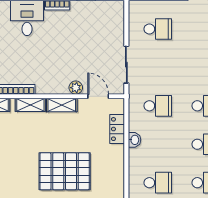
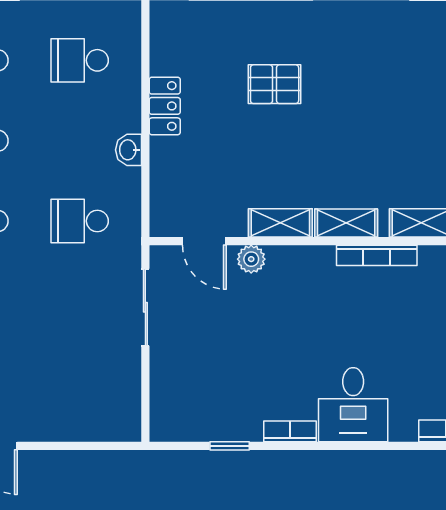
school desk: (158, 29) -> (80, 382), removed
locker: (117, 129) -> (165, 106), moved
pallet: (65, 171) -> (275, 84), width x0.49, depth x0.50

